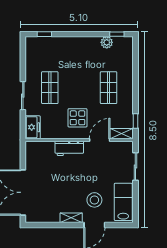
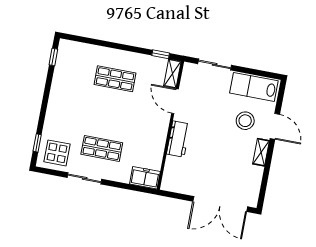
plant: (107, 42) -> (61, 71), removed
sliding door: (23, 96) -> (85, 178), moved
display table: (78, 118) -> (57, 153), moved

